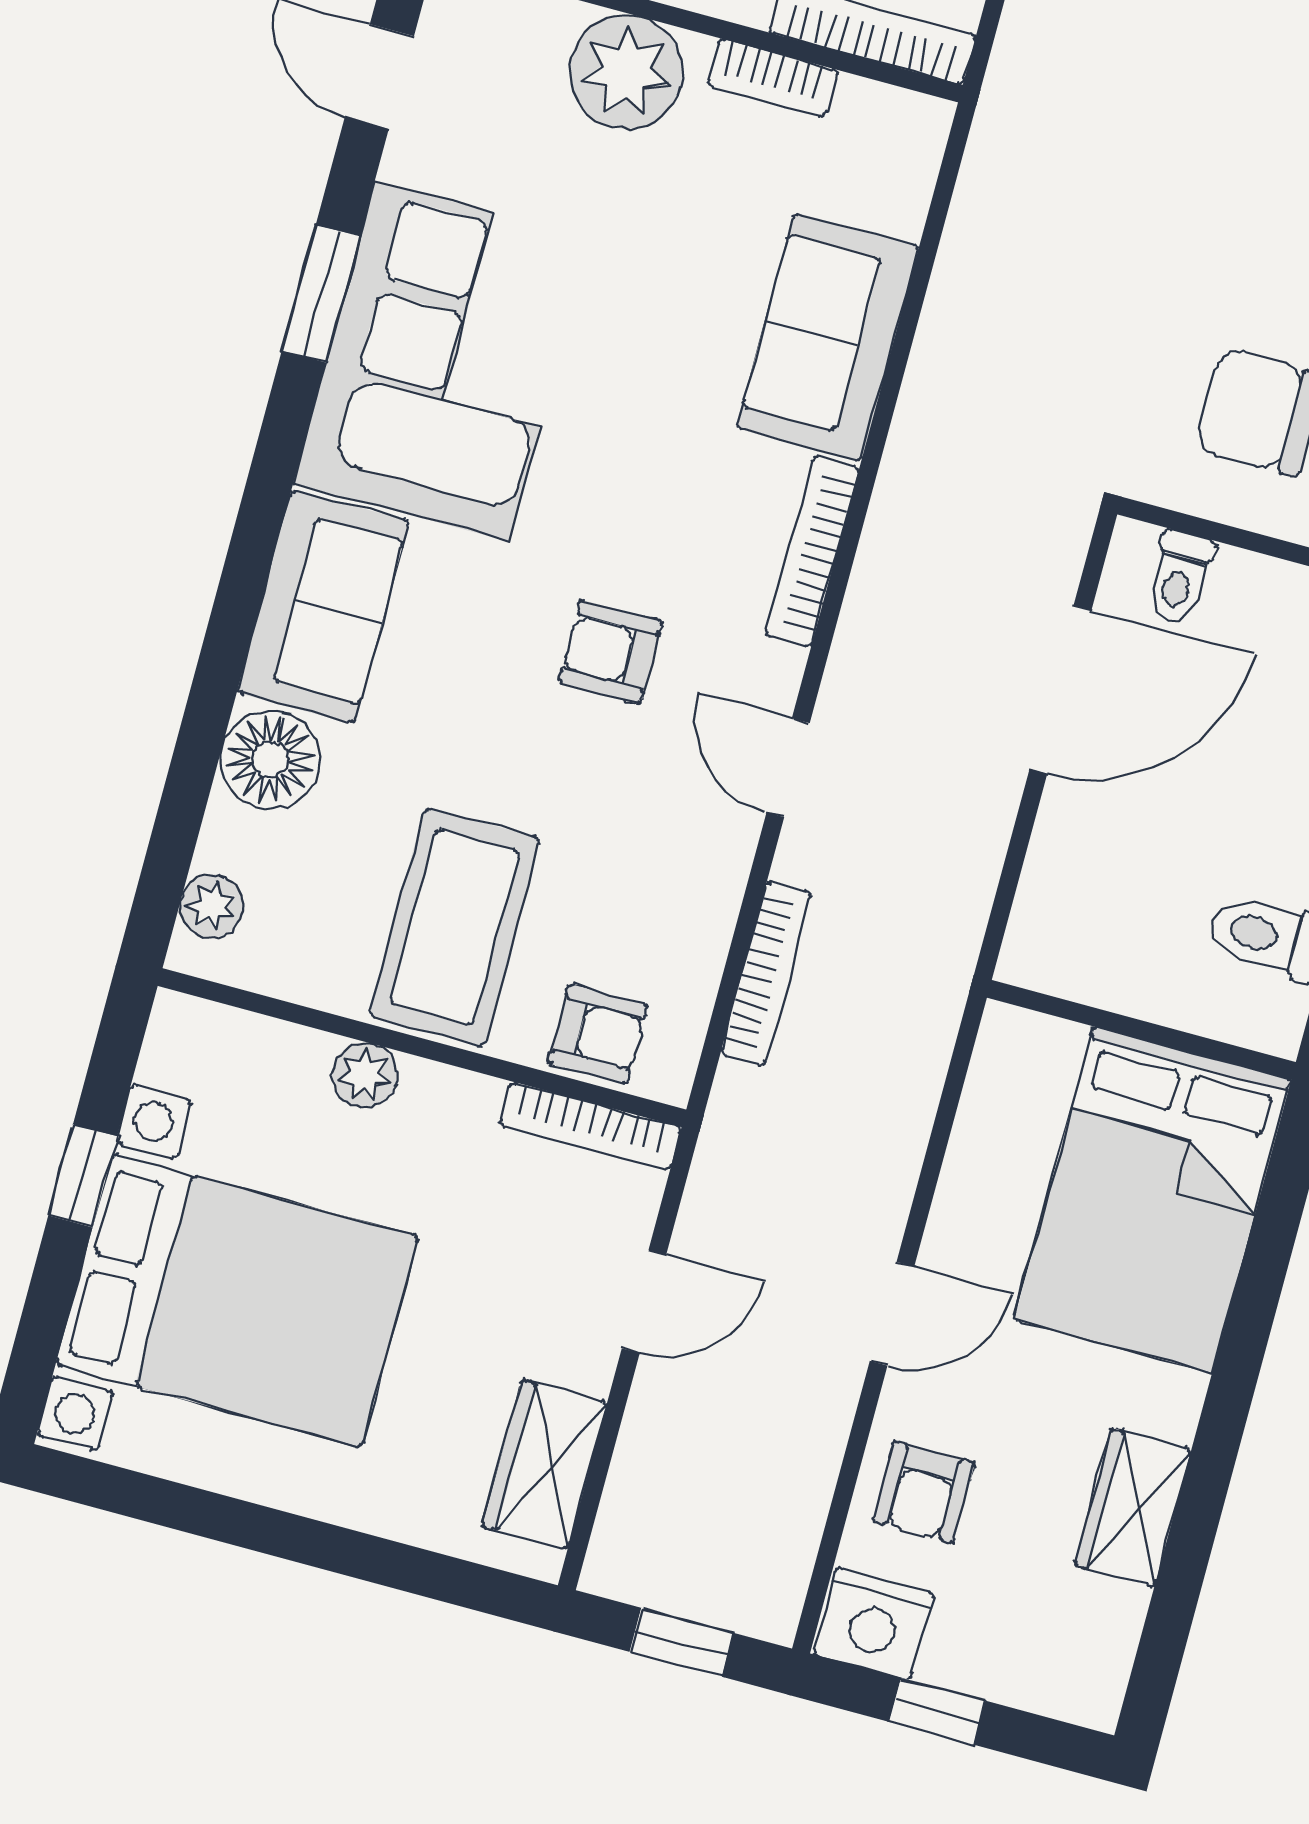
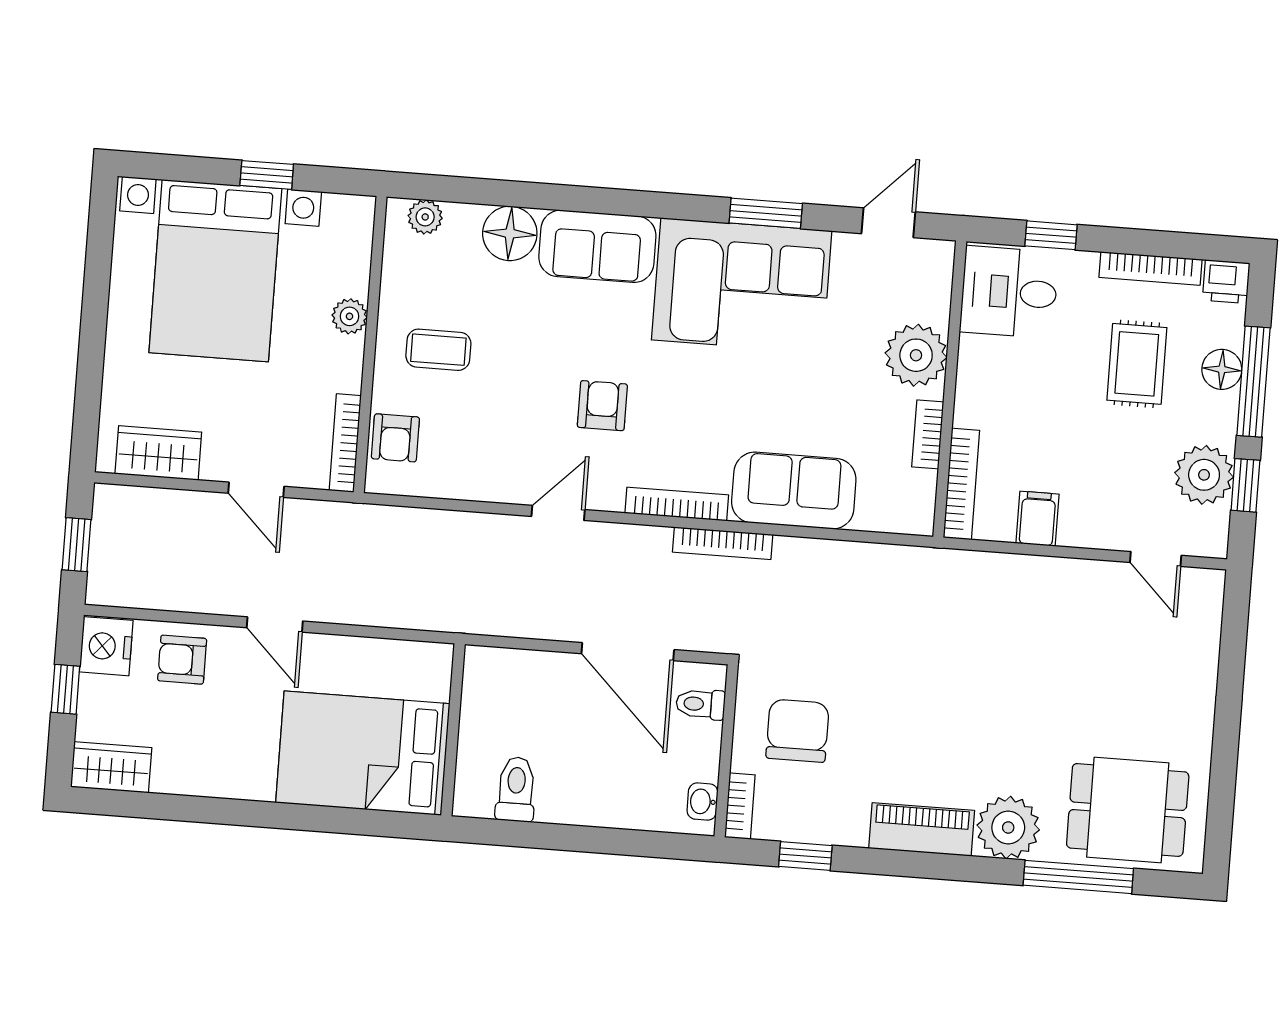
coffee table: (455, 927) -> (438, 350), width x0.54, depth x0.58
bookcase: (766, 974) -> (723, 543), moved
wardrobe: (1133, 1507) -> (111, 767), moved

